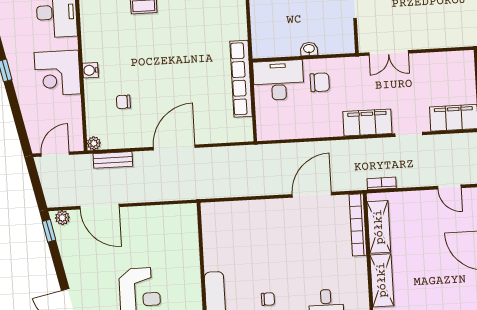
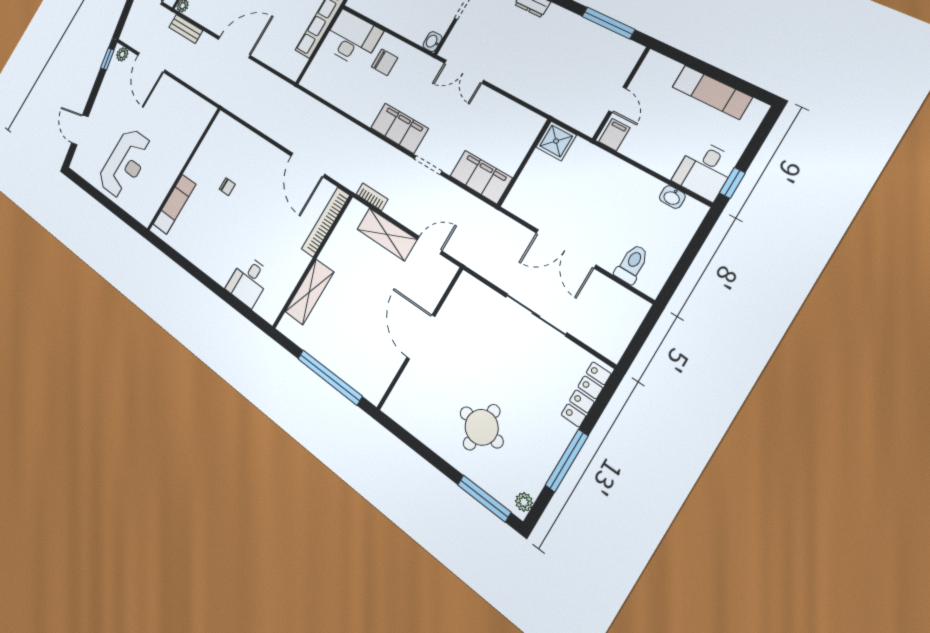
washbasin: (309, 49) -> (433, 42), moved, turned -90
door: (449, 187) -> (430, 245), swing flipped
door: (312, 195) -> (308, 165), swing flipped
shelving: (379, 227) -> (387, 234), moved, turned 90
chair: (268, 299) -> (227, 187), moved

